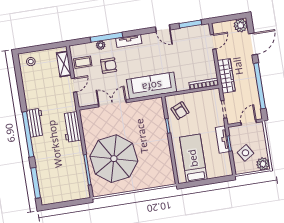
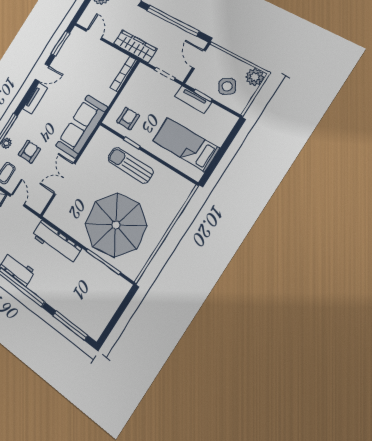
tv unit: (129, 41) -> (35, 98), moved
armchair: (180, 111) -> (128, 119), turned -67
workbench: (72, 127) -> (57, 242), width x1.38
sun lounger: (154, 137) -> (130, 165), added

